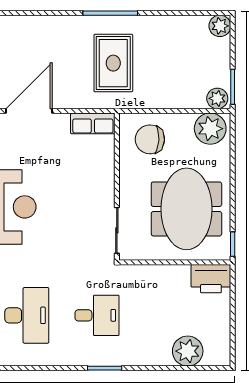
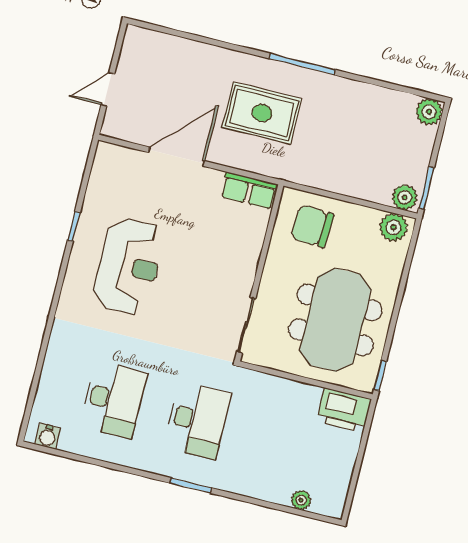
rug: (113, 63) -> (262, 113), moved, turned 90
plant: (210, 129) -> (394, 227), width x0.73, depth x0.73
desk: (97, 315) -> (197, 420), width x1.37
plant: (188, 351) -> (301, 500), width x0.53, depth x0.53

